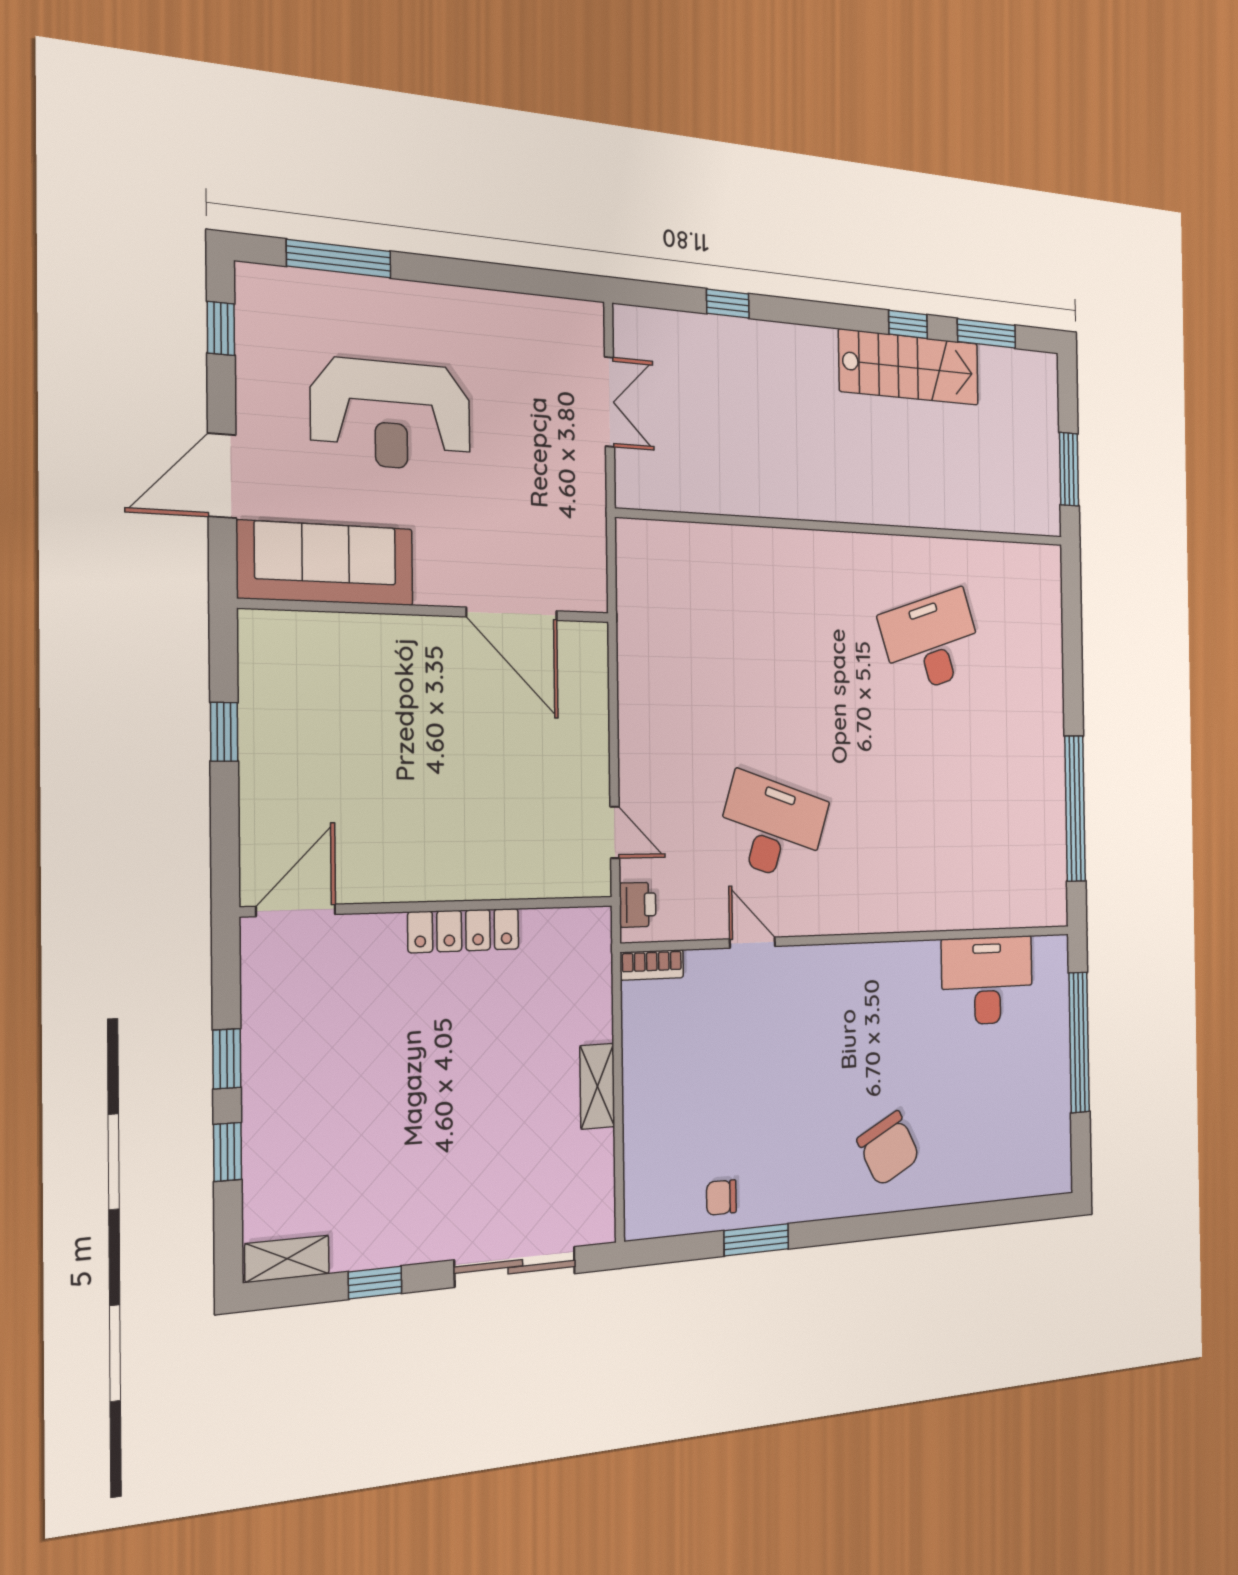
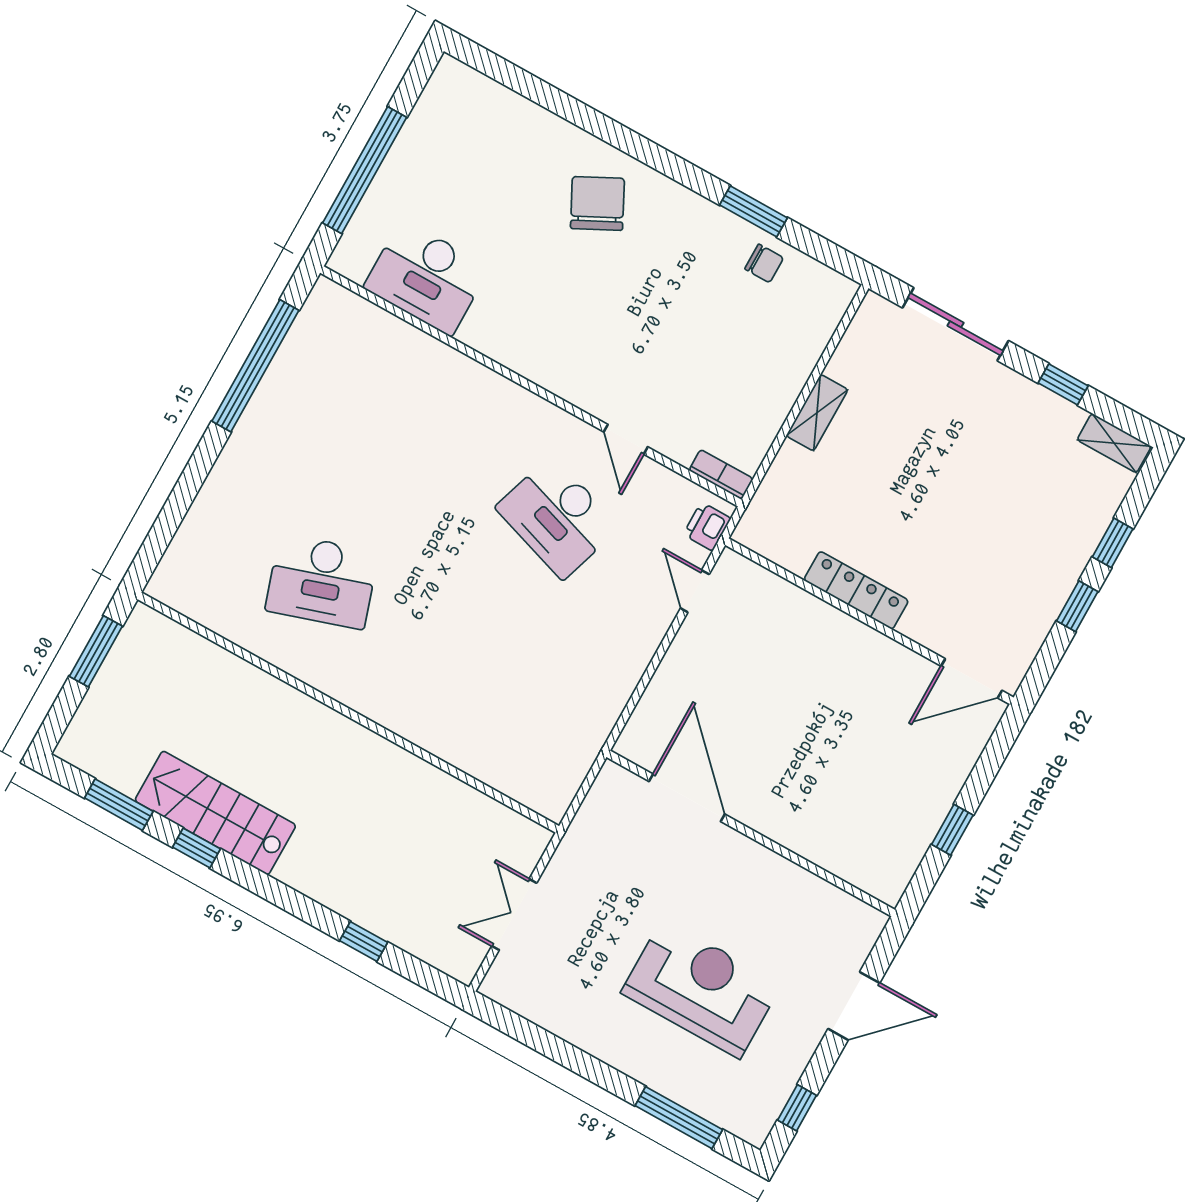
sofa: (326, 563) -> (812, 908), removed

